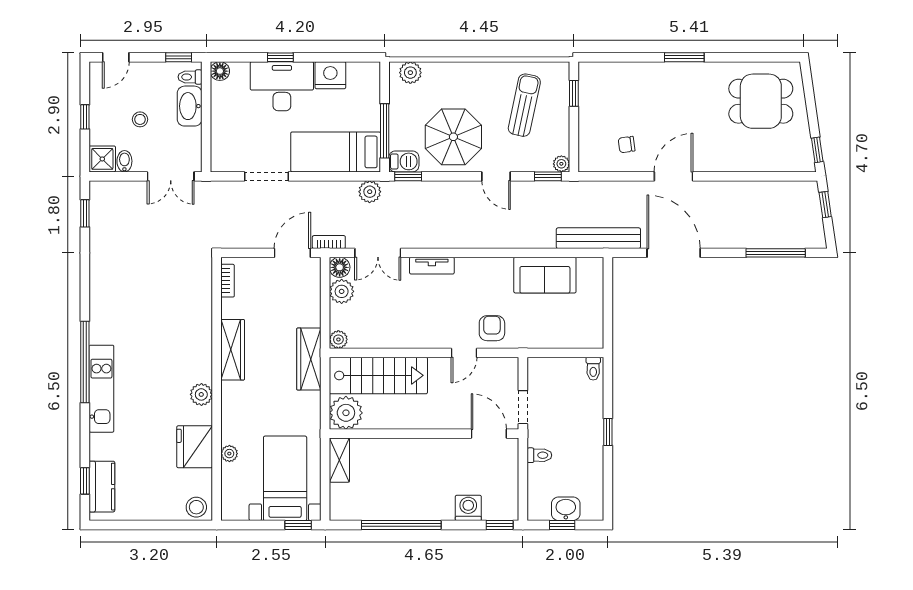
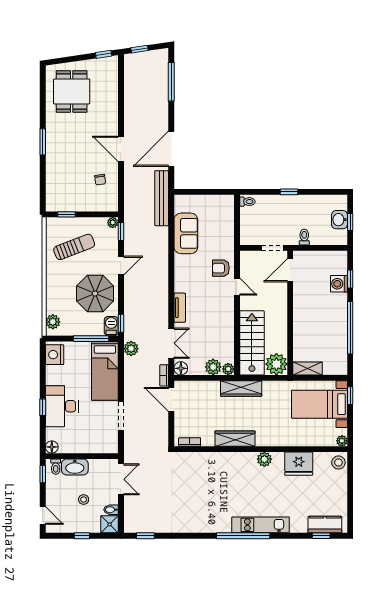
nightstand: (330, 75) -> (55, 355), moved
sun lounger: (524, 105) -> (74, 247), turned 147
plant: (342, 291) -> (213, 367), moved
plant: (229, 454) -> (342, 441), moved
window: (500, 525) -> (350, 279), moved

